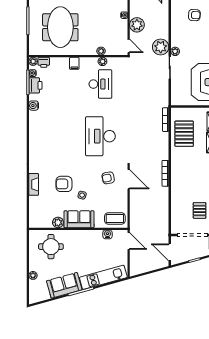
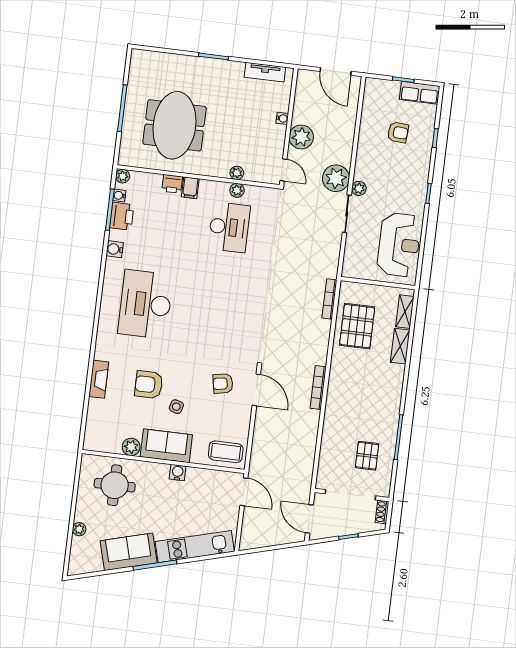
printer: (44, 62) -> (172, 184), moved
desk: (100, 136) -> (145, 304), moved
water cooler: (107, 234) -> (178, 473), moved

